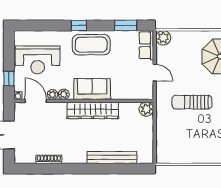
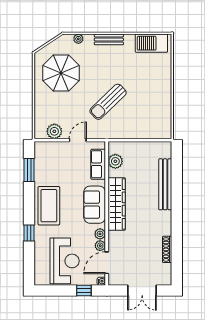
window: (79, 25) -> (29, 233), moved
plant: (163, 38) -> (54, 131), moved
row of seats: (146, 45) -> (98, 164), moved, turned 90
sun lounger: (192, 102) -> (108, 102), turned 46
plant: (146, 109) -> (115, 161), moved

